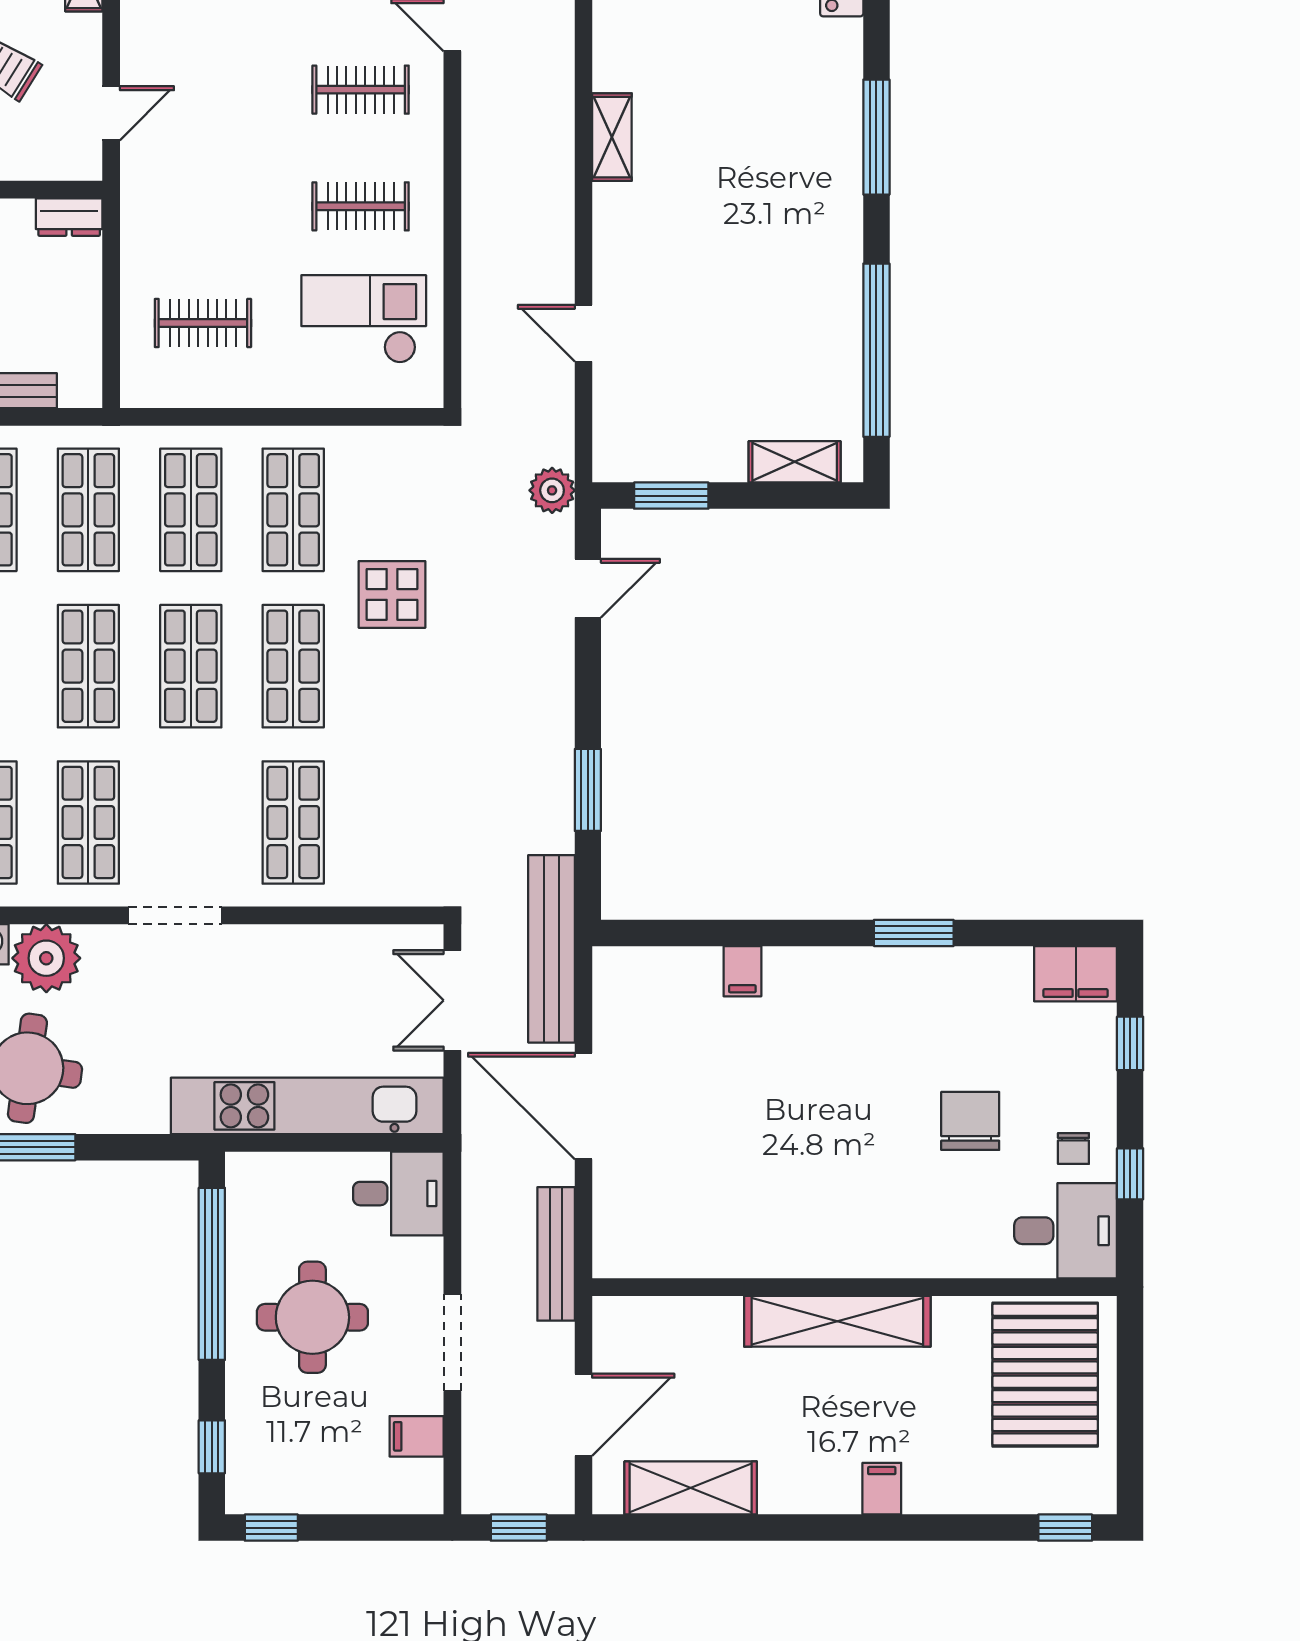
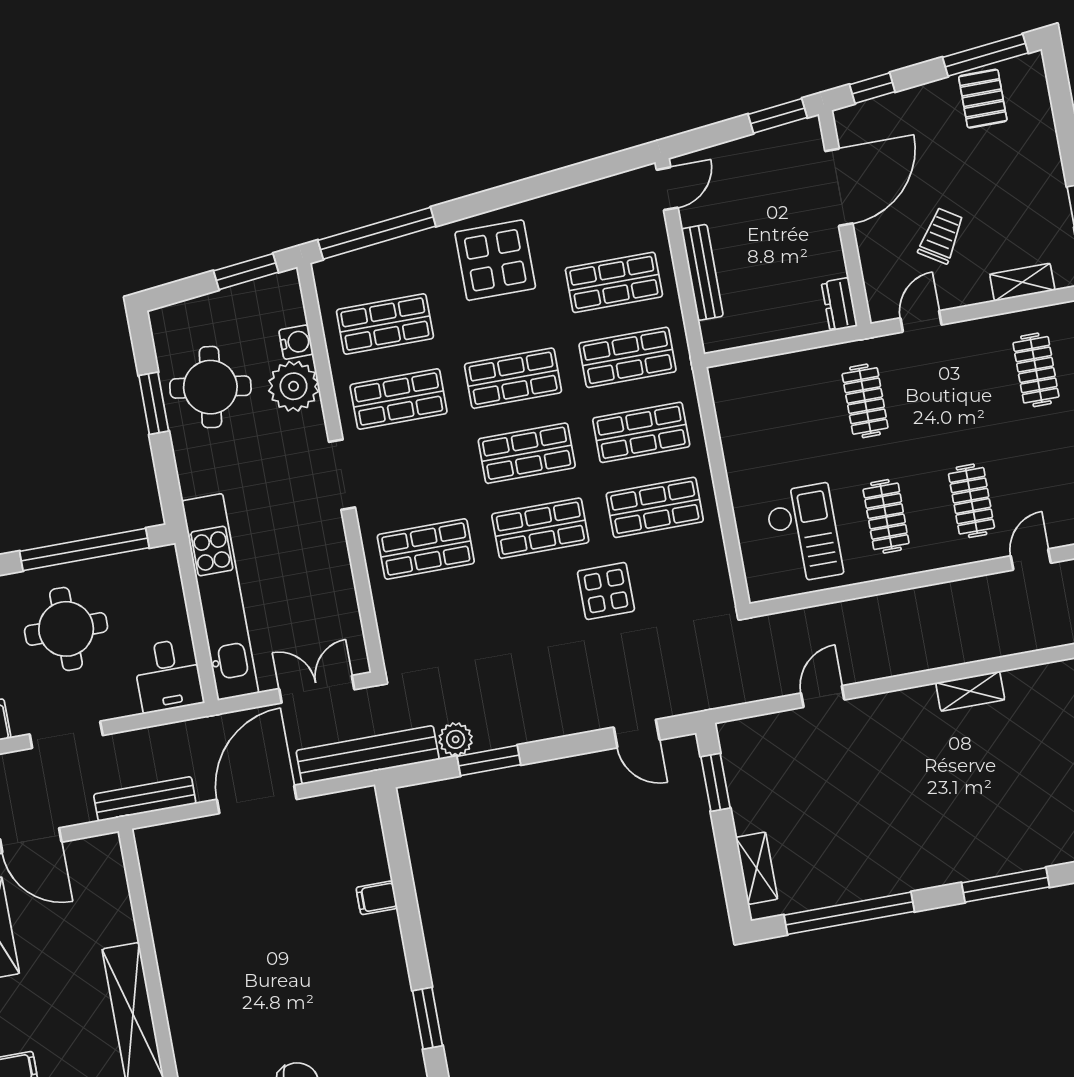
door: (111, 113) -> (921, 321), swing flipped
clothes rail: (203, 323) -> (865, 401), moved
plant: (552, 490) -> (456, 739), moved

